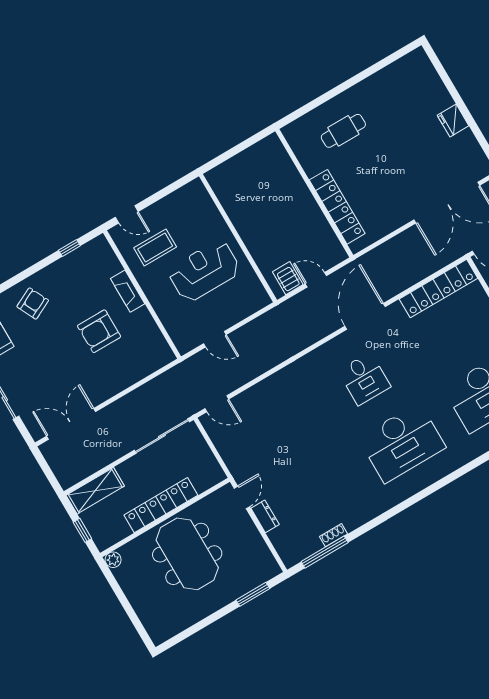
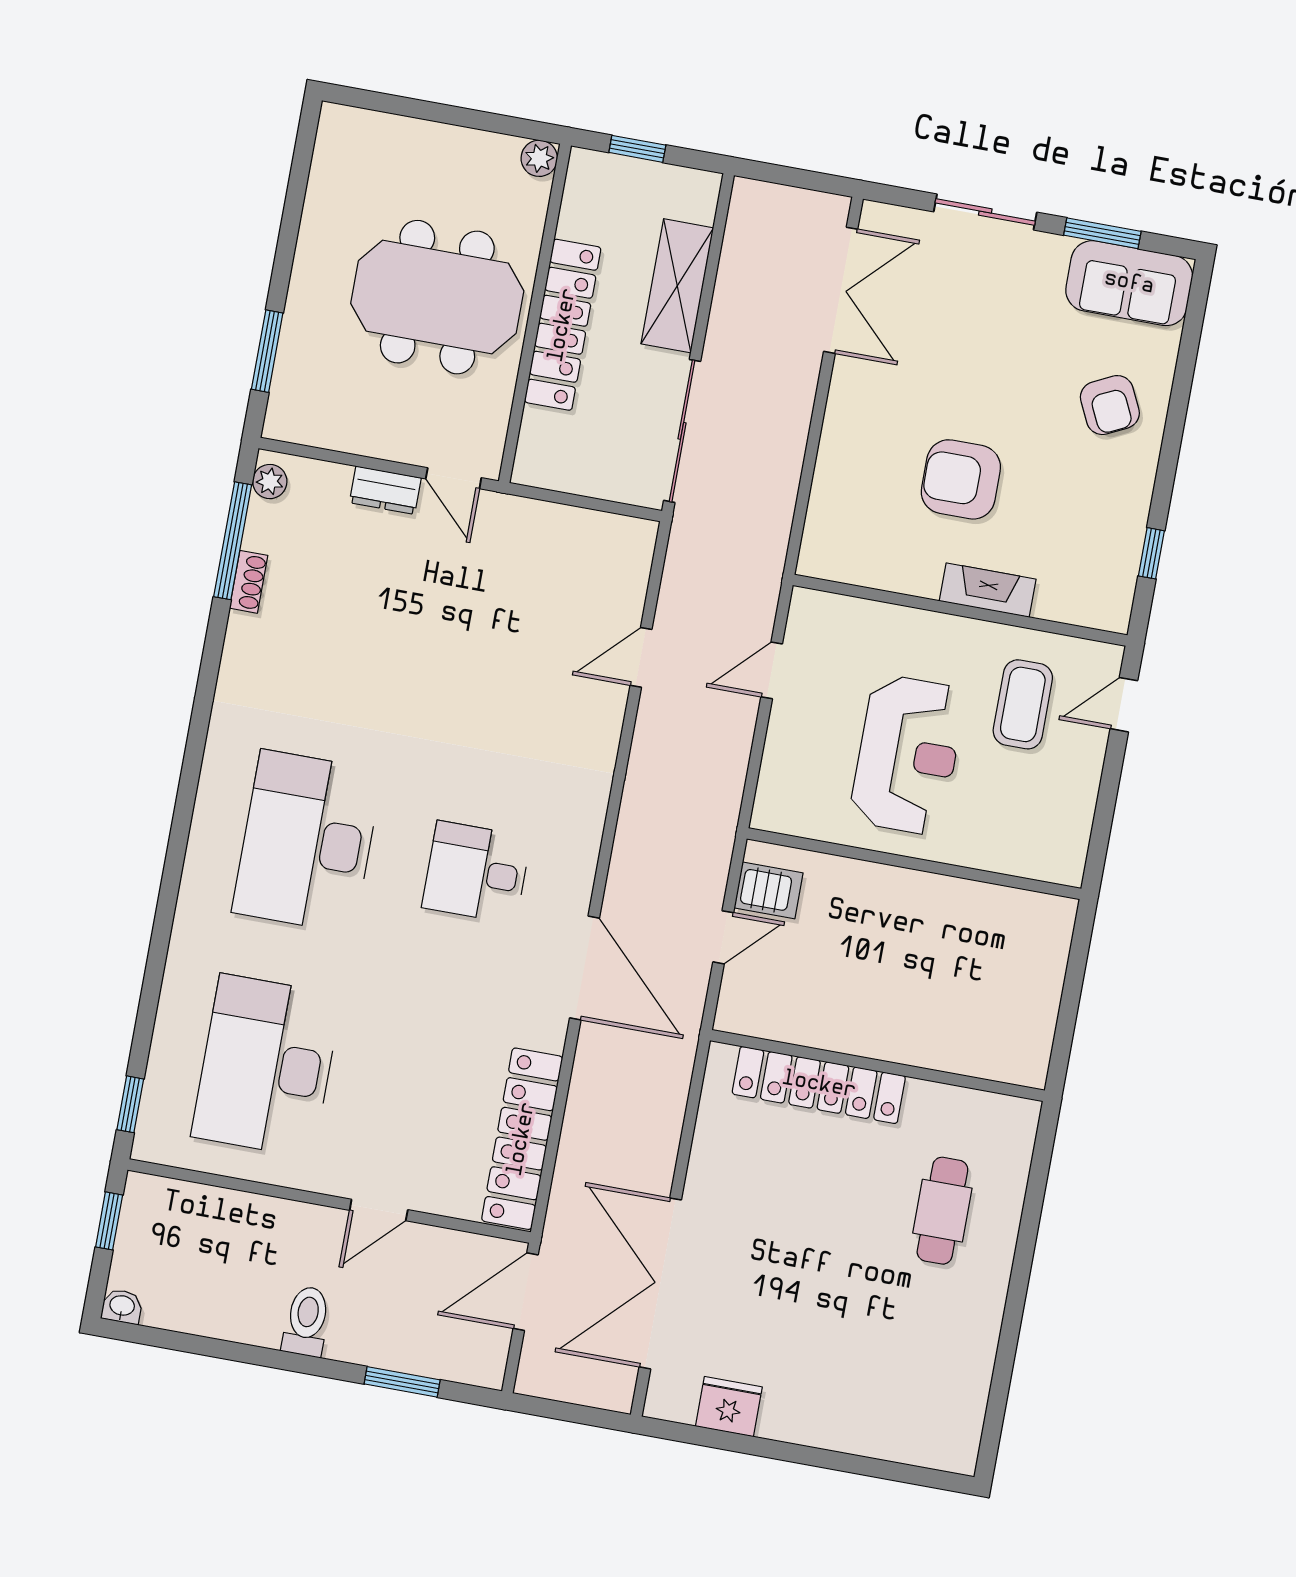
fridge: (453, 120) -> (729, 1407), moved
armchair: (99, 331) -> (961, 479), turned -90
door: (217, 404) -> (641, 657), moved
shelving: (95, 491) -> (677, 286), moved
plant: (295, 557) -> (270, 482), added

